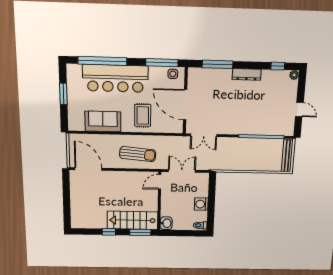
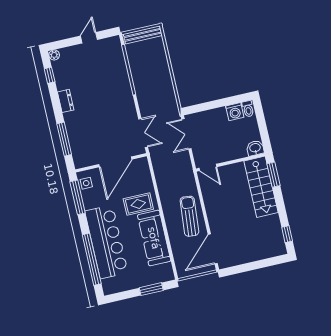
dresser: (247, 74) -> (66, 101), width x0.70
window: (63, 94) -> (151, 289), moved
sofa: (103, 121) -> (154, 238), width x1.36
sun lounger: (138, 154) -> (189, 216), moved
double door: (182, 171) -> (186, 134), moved
washing machine: (201, 204) -> (235, 112), moved
window: (109, 232) -> (287, 234), moved

